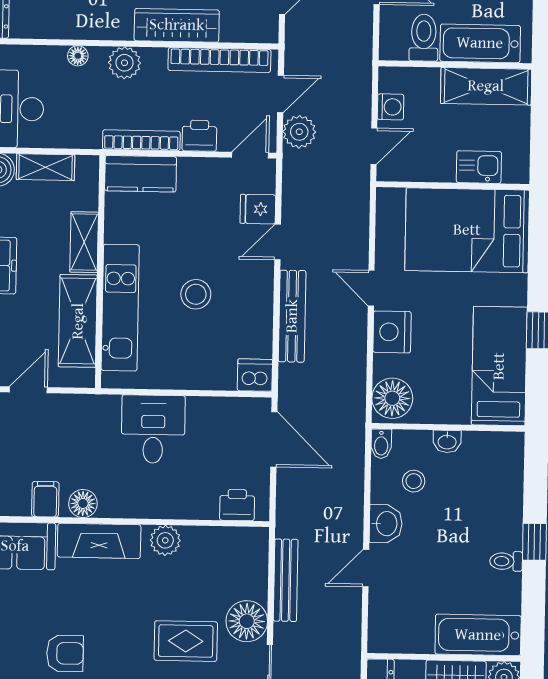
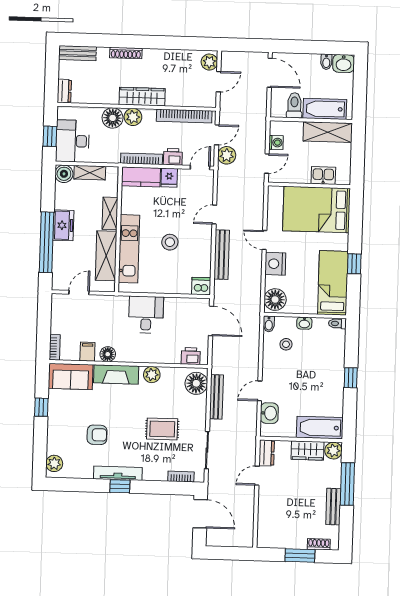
wardrobe: (177, 25) -> (142, 97), moved
floor lamp: (78, 56) -> (113, 118), width x1.89, depth x1.89
fridge: (258, 209) -> (169, 178), moved, turned -90
washbasin: (386, 524) -> (269, 413), moved
toilet: (506, 561) -> (337, 323), moved
floor lamp: (247, 621) -> (196, 383), moved

